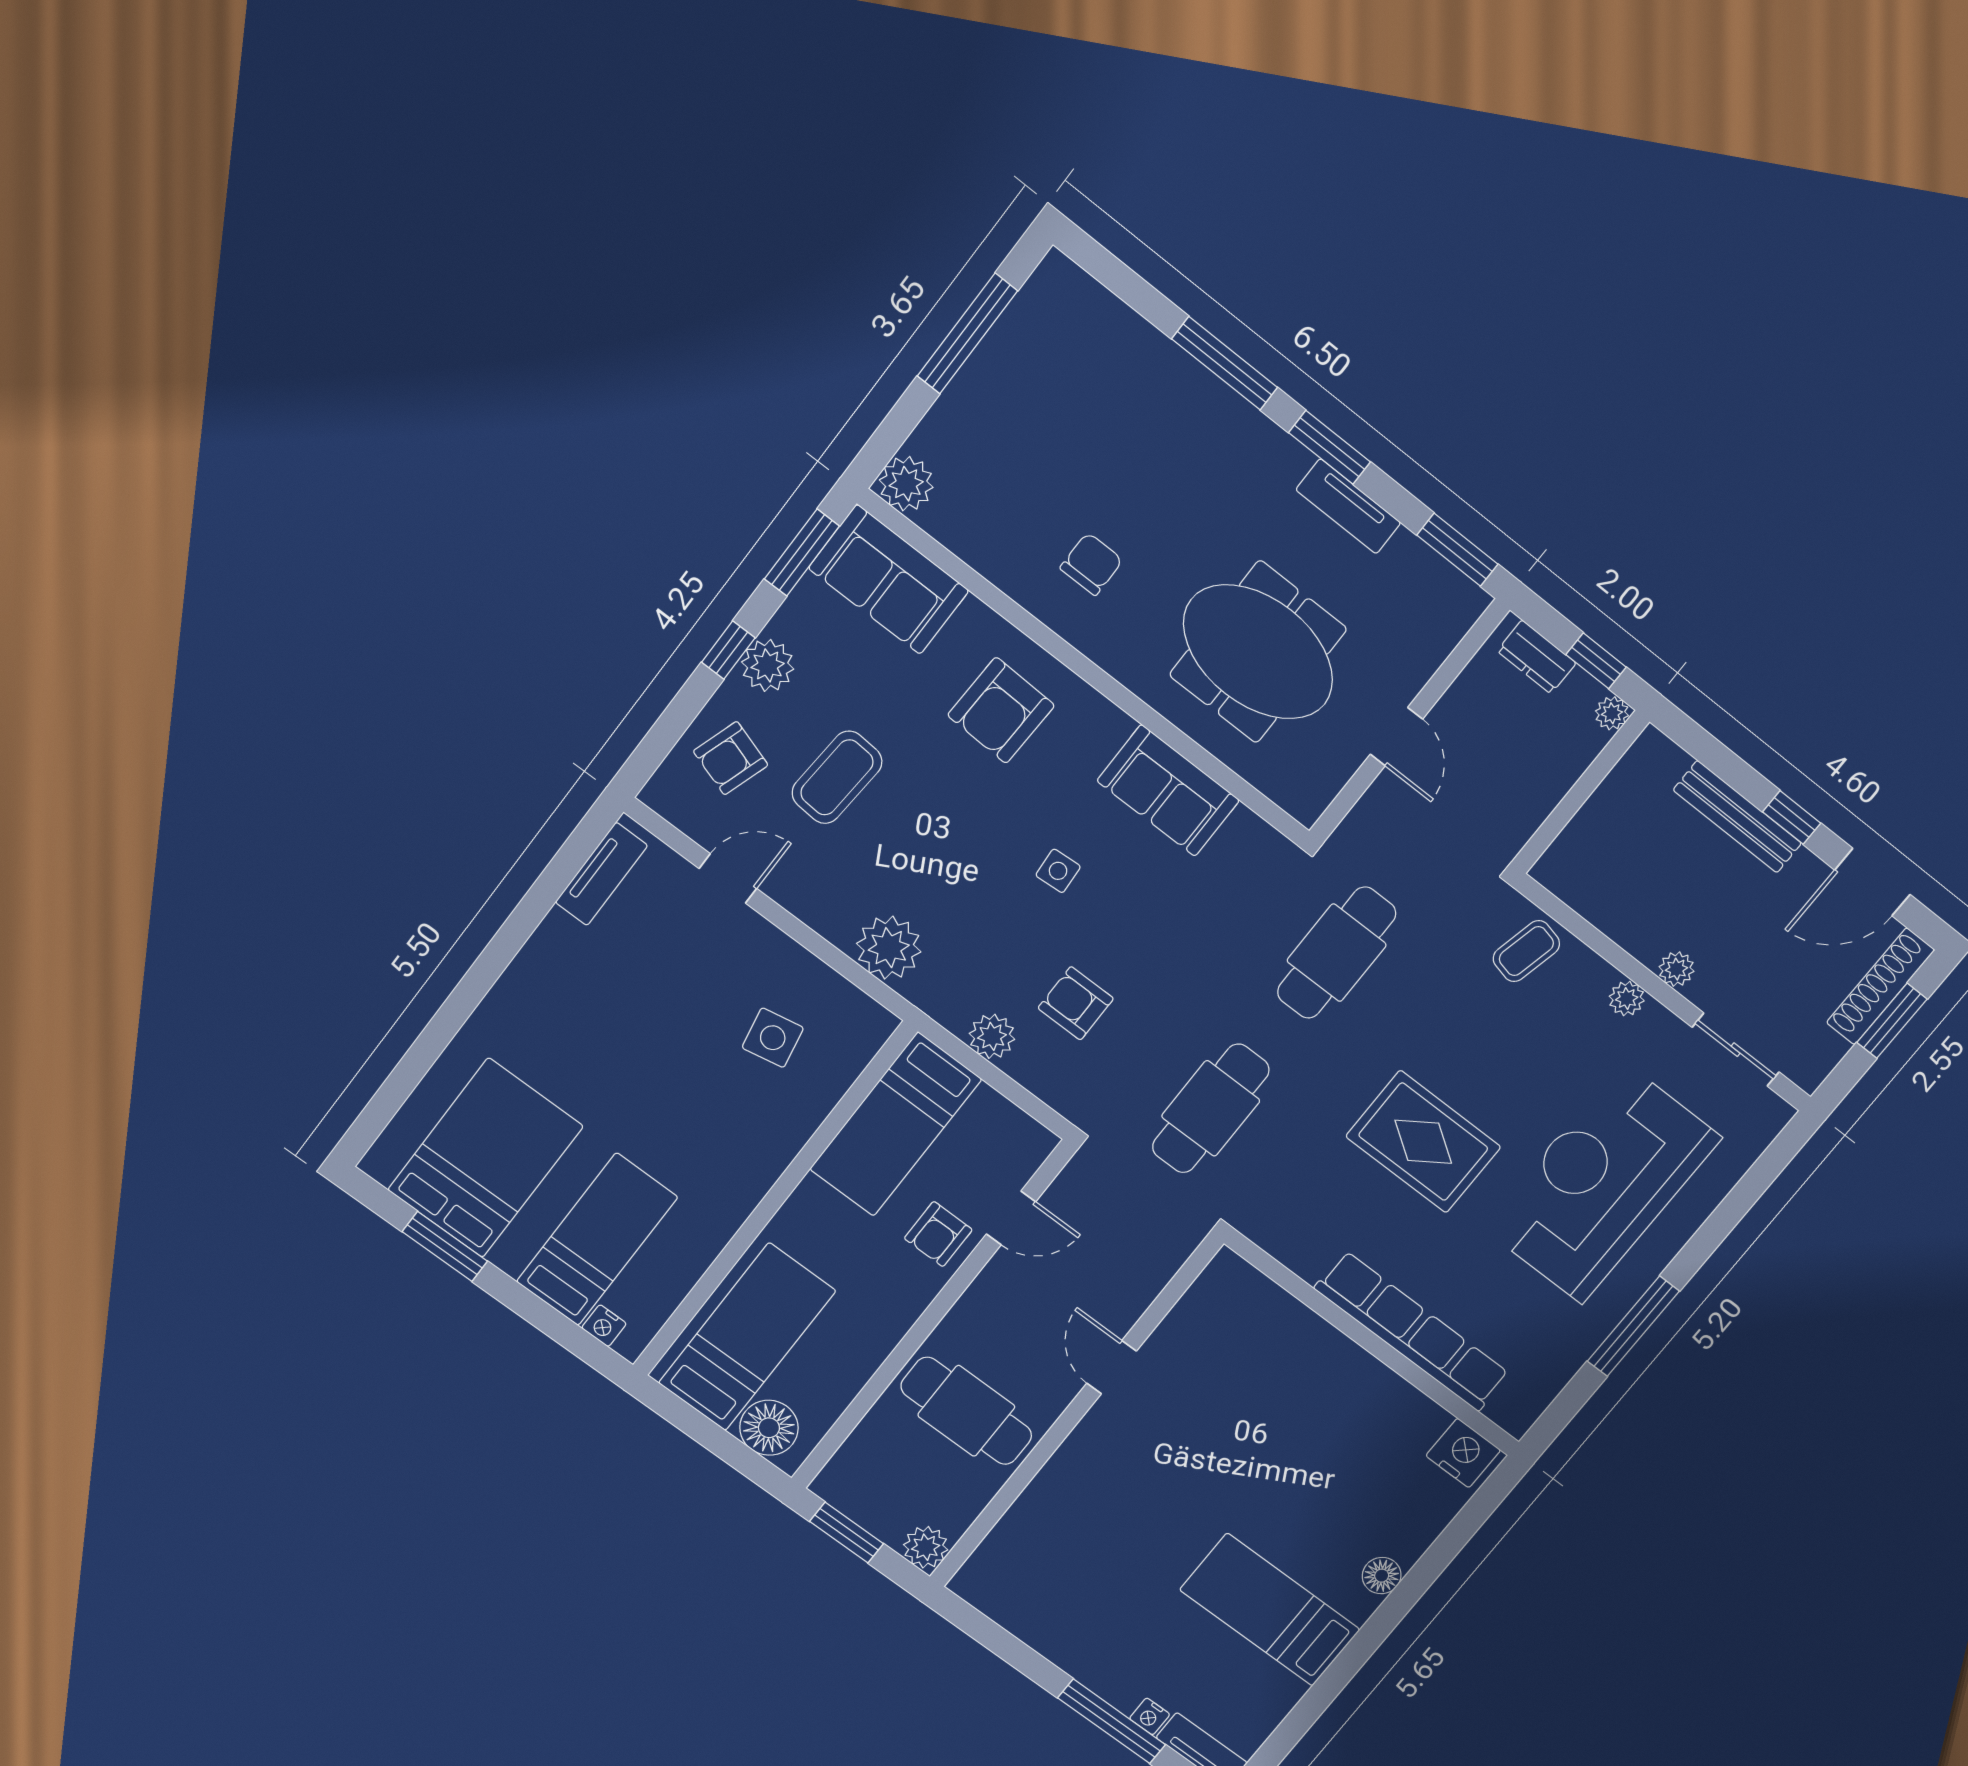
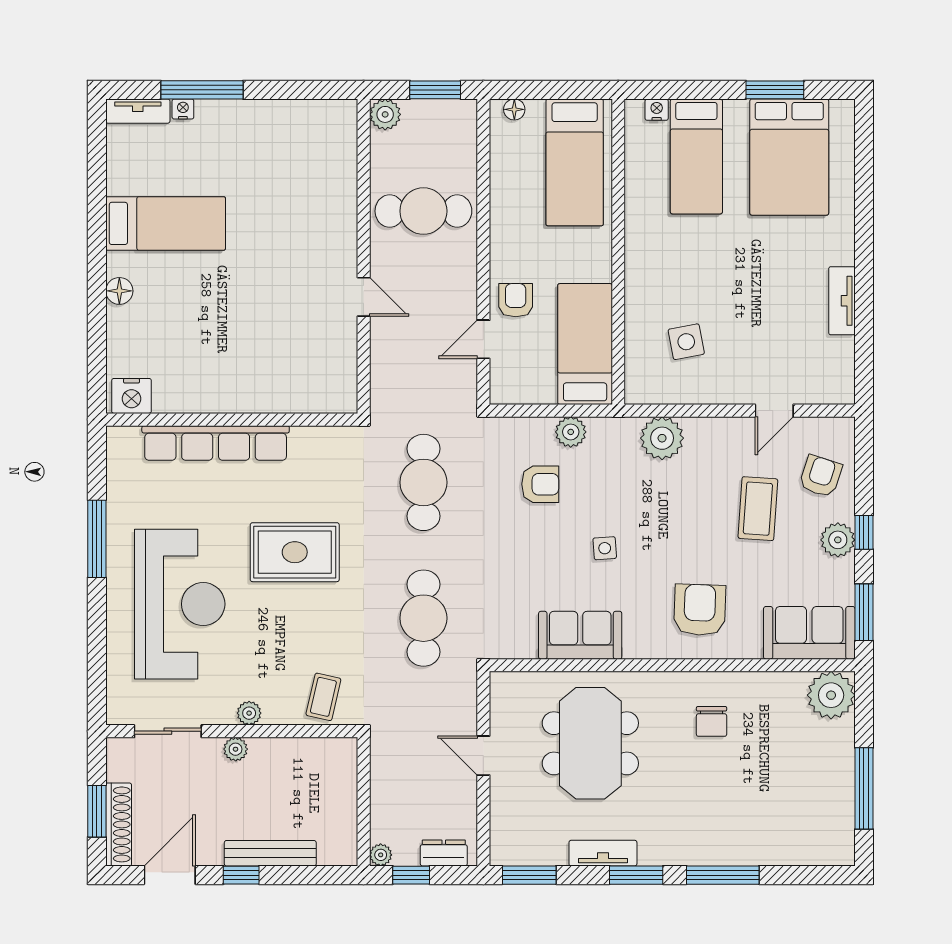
plant: (906, 484) -> (831, 695), width x1.36, depth x1.36
meeting table: (1258, 652) -> (590, 743), turned 90
tv unit: (602, 874) -> (842, 301), moved
floor lamp: (769, 1428) -> (514, 109), width x0.53, depth x0.53

